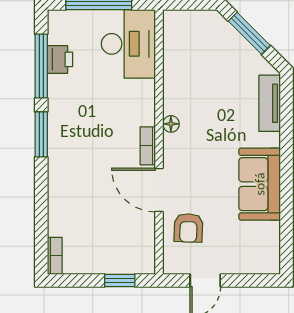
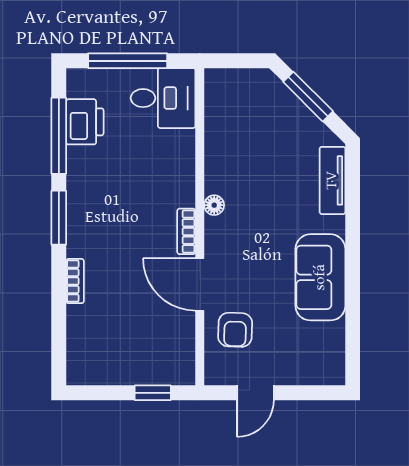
desk: (128, 44) -> (163, 98), width x0.73
printer: (60, 59) -> (85, 122), width x1.36, depth x1.24
bookcase: (55, 256) -> (75, 281), moved

